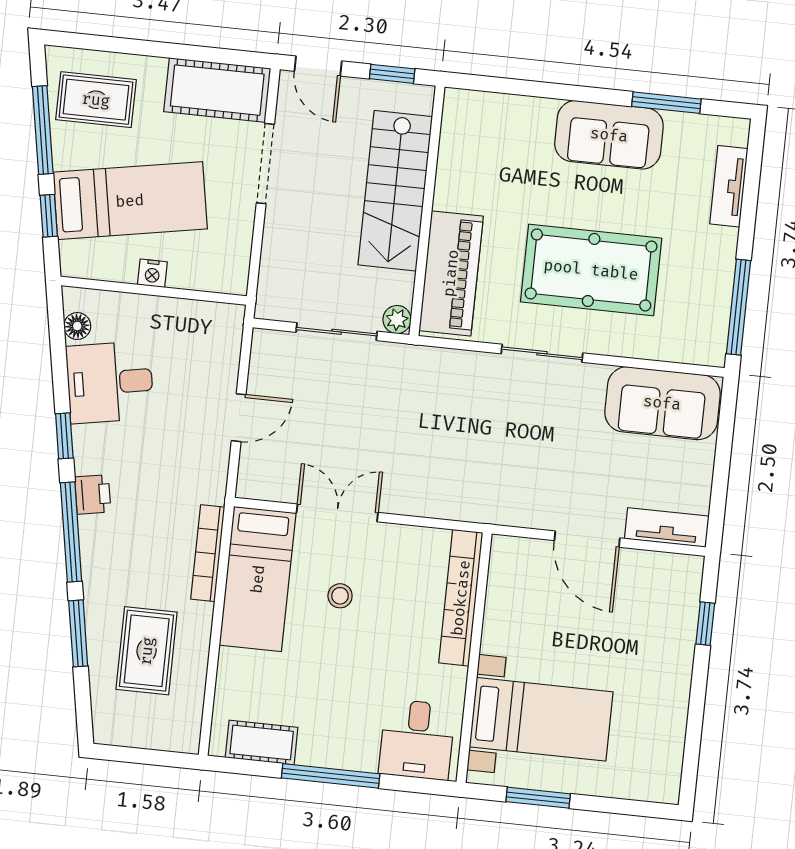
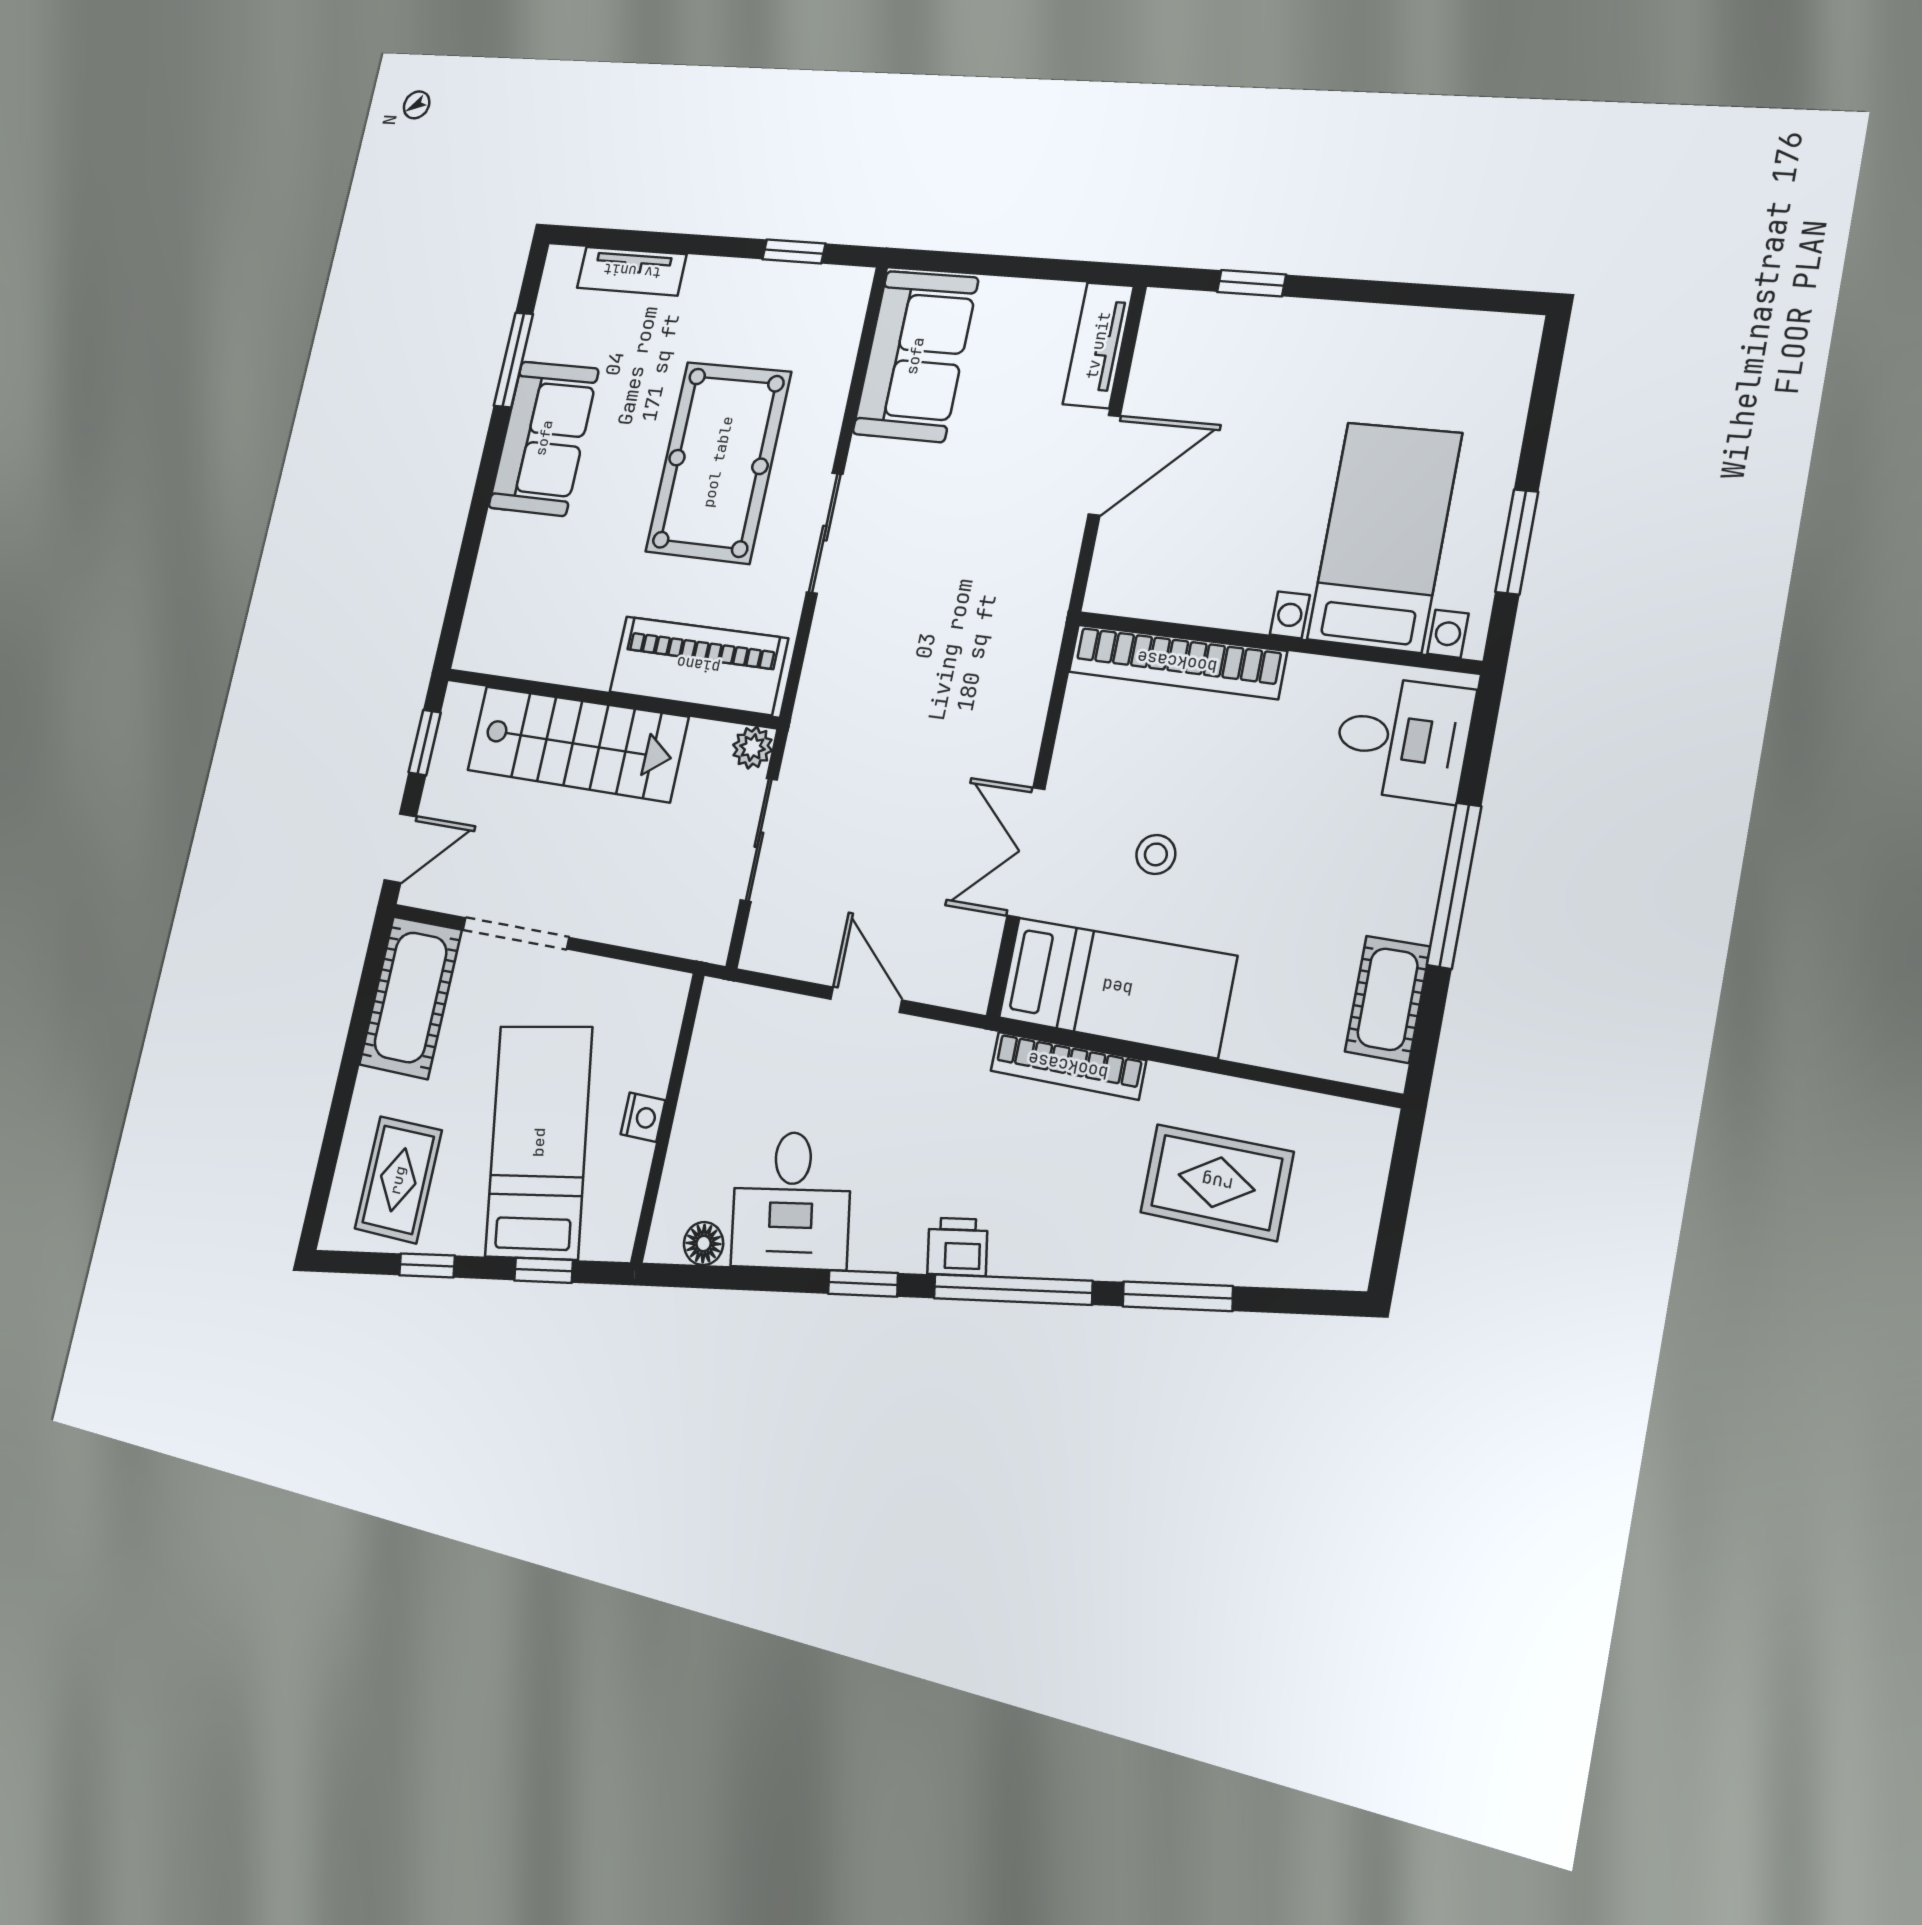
window: (43, 130) -> (427, 1265), width x0.46
window: (739, 307) -> (794, 251), width x0.46

